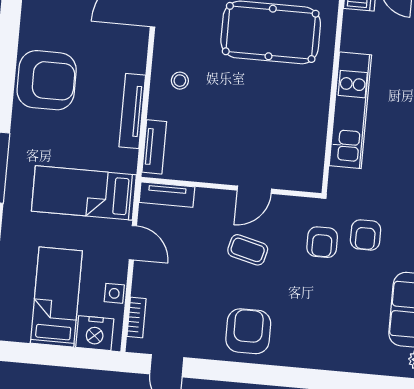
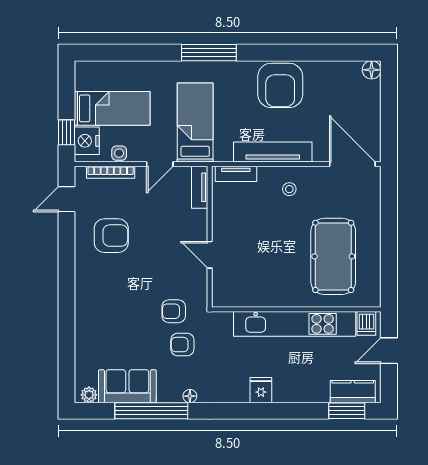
kitchen unit: (350, 110) -> (295, 324), width x1.36
tv unit: (132, 111) -> (273, 152), width x1.36, depth x1.29
coffee table: (248, 250) -> (162, 254), removed
bookcase: (136, 317) -> (111, 172), width x1.56
armchair: (248, 331) -> (111, 236), moved
window: (82, 358) -> (66, 132), added

